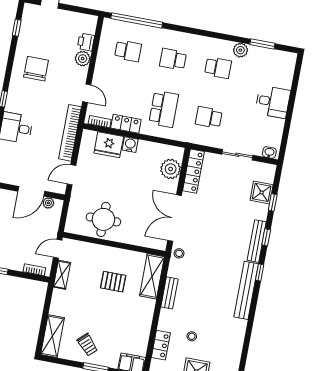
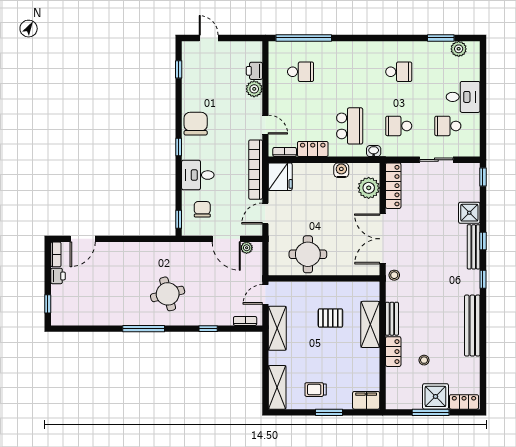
plant: (240, 50) -> (459, 49), moved
school desk: (173, 59) -> (448, 126), moved
chair: (36, 69) -> (196, 124), moved
fridge: (109, 145) -> (280, 177), moved, turned -90
water cooler: (130, 145) -> (341, 170), moved
washbasin: (269, 152) -> (374, 151), moved
chair: (14, 160) -> (202, 209), added
door: (31, 191) -> (226, 239), hinge flipped
shower: (262, 192) -> (469, 213), moved
window: (273, 202) -> (483, 177), moved
shelving: (62, 275) -> (277, 328), width x1.50, depth x1.33
shelving: (152, 276) -> (370, 324), moved
bench: (246, 290) -> (472, 326), moved
trolley: (87, 345) -> (316, 390), turned 133
locker: (161, 345) -> (393, 352), moved

